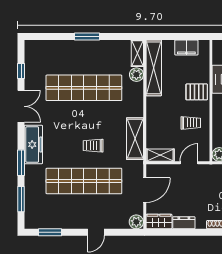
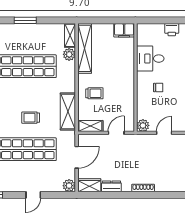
filing cabinet: (186, 48) -> (124, 30), moved
pallet: (197, 92) -> (123, 70), removed
trolley: (191, 123) -> (94, 93), moved

